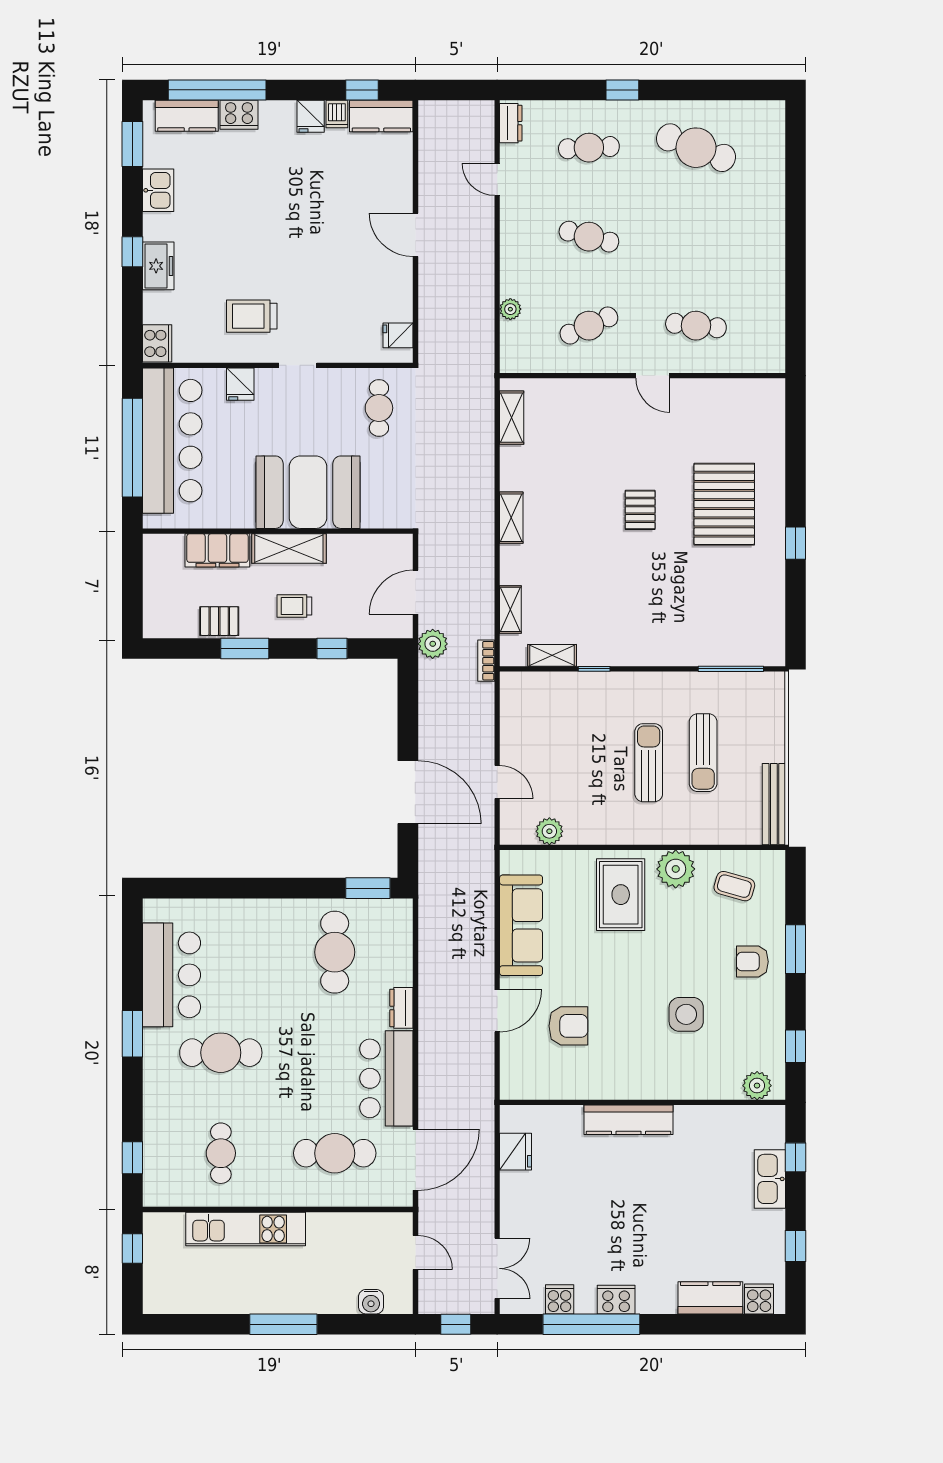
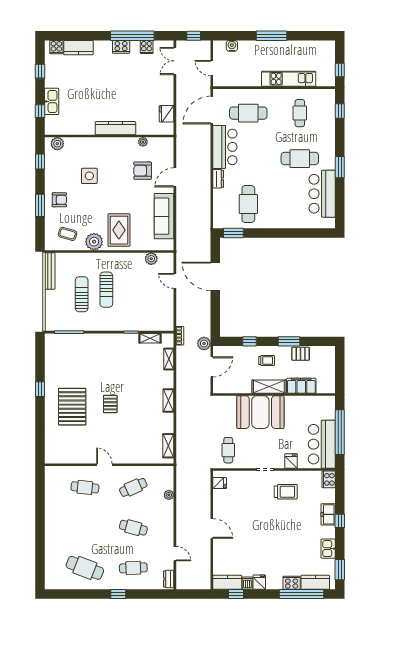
bar counter: (172, 441) -> (322, 444), width x0.73
plant: (568, 1090) -> (143, 142), added

